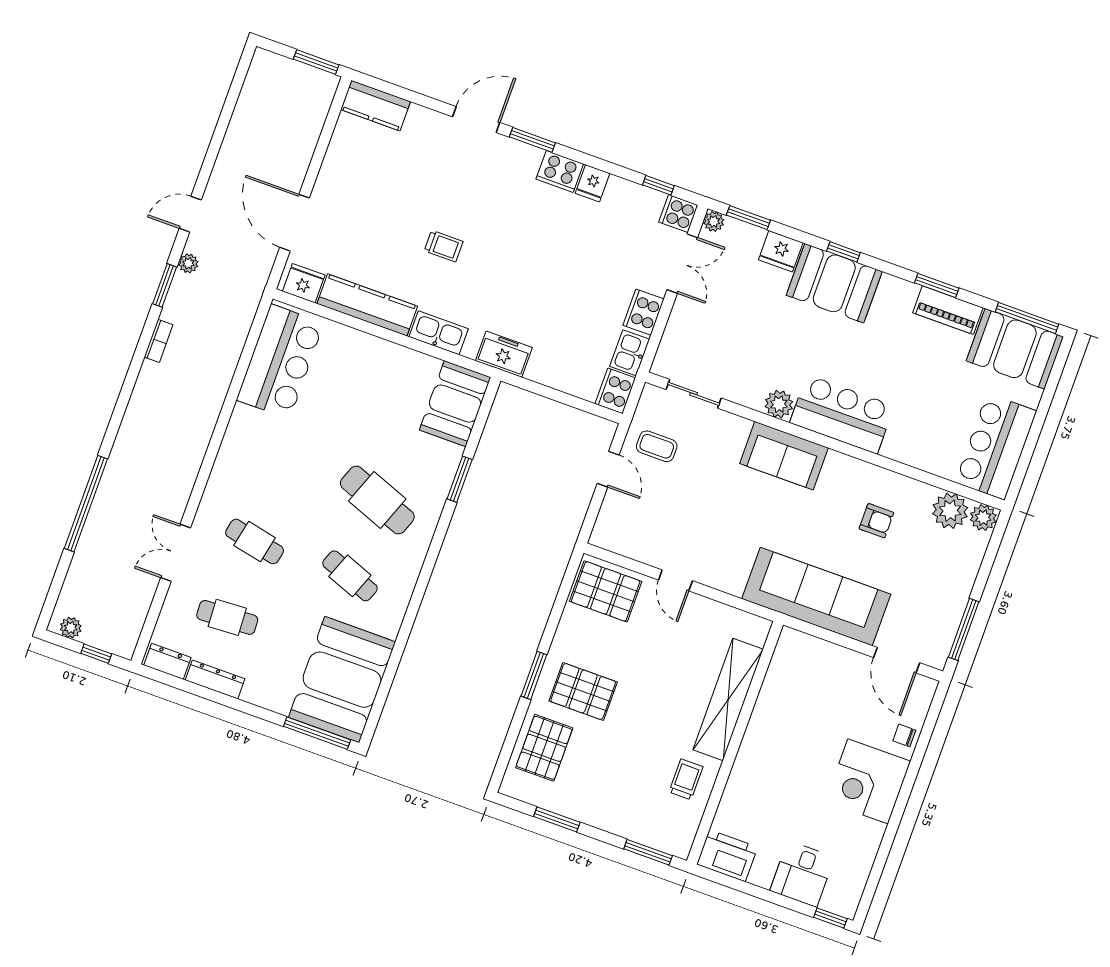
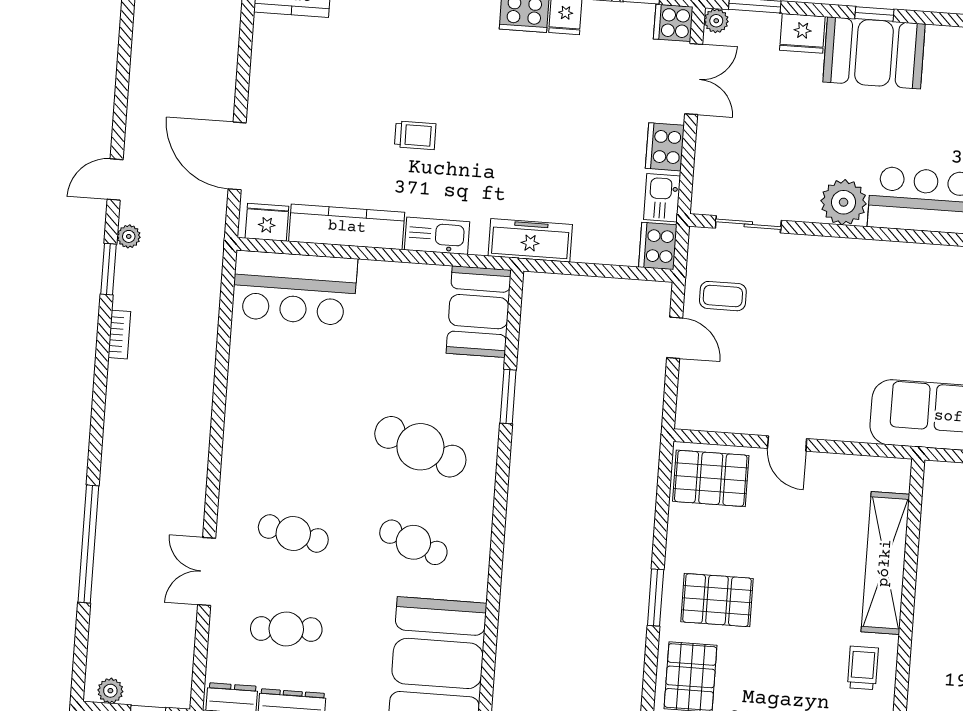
freezer: (504, 354) -> (530, 240), width x1.40
bar counter: (280, 361) -> (295, 288), moved, turned 90
plant: (779, 404) -> (844, 202), width x1.36, depth x1.36
sofa: (784, 456) -> (871, 266), removed

